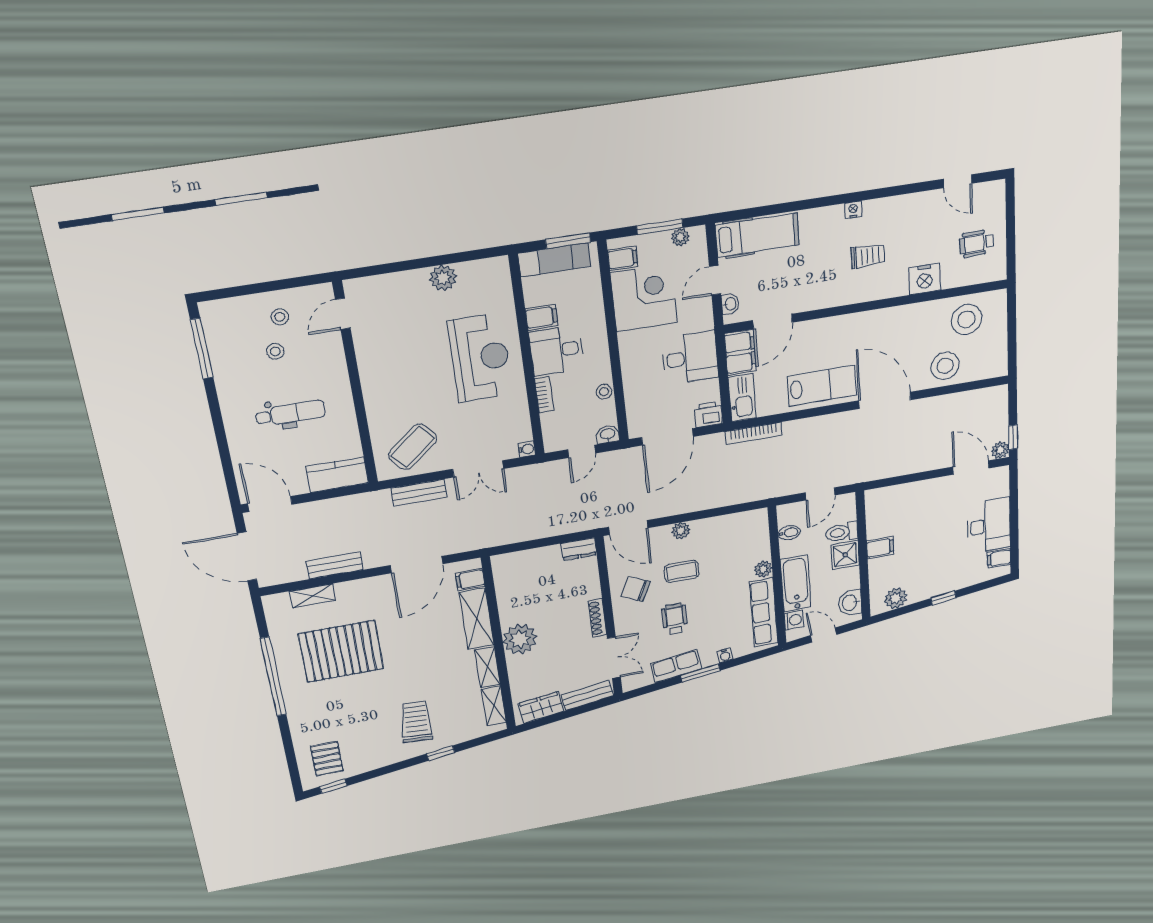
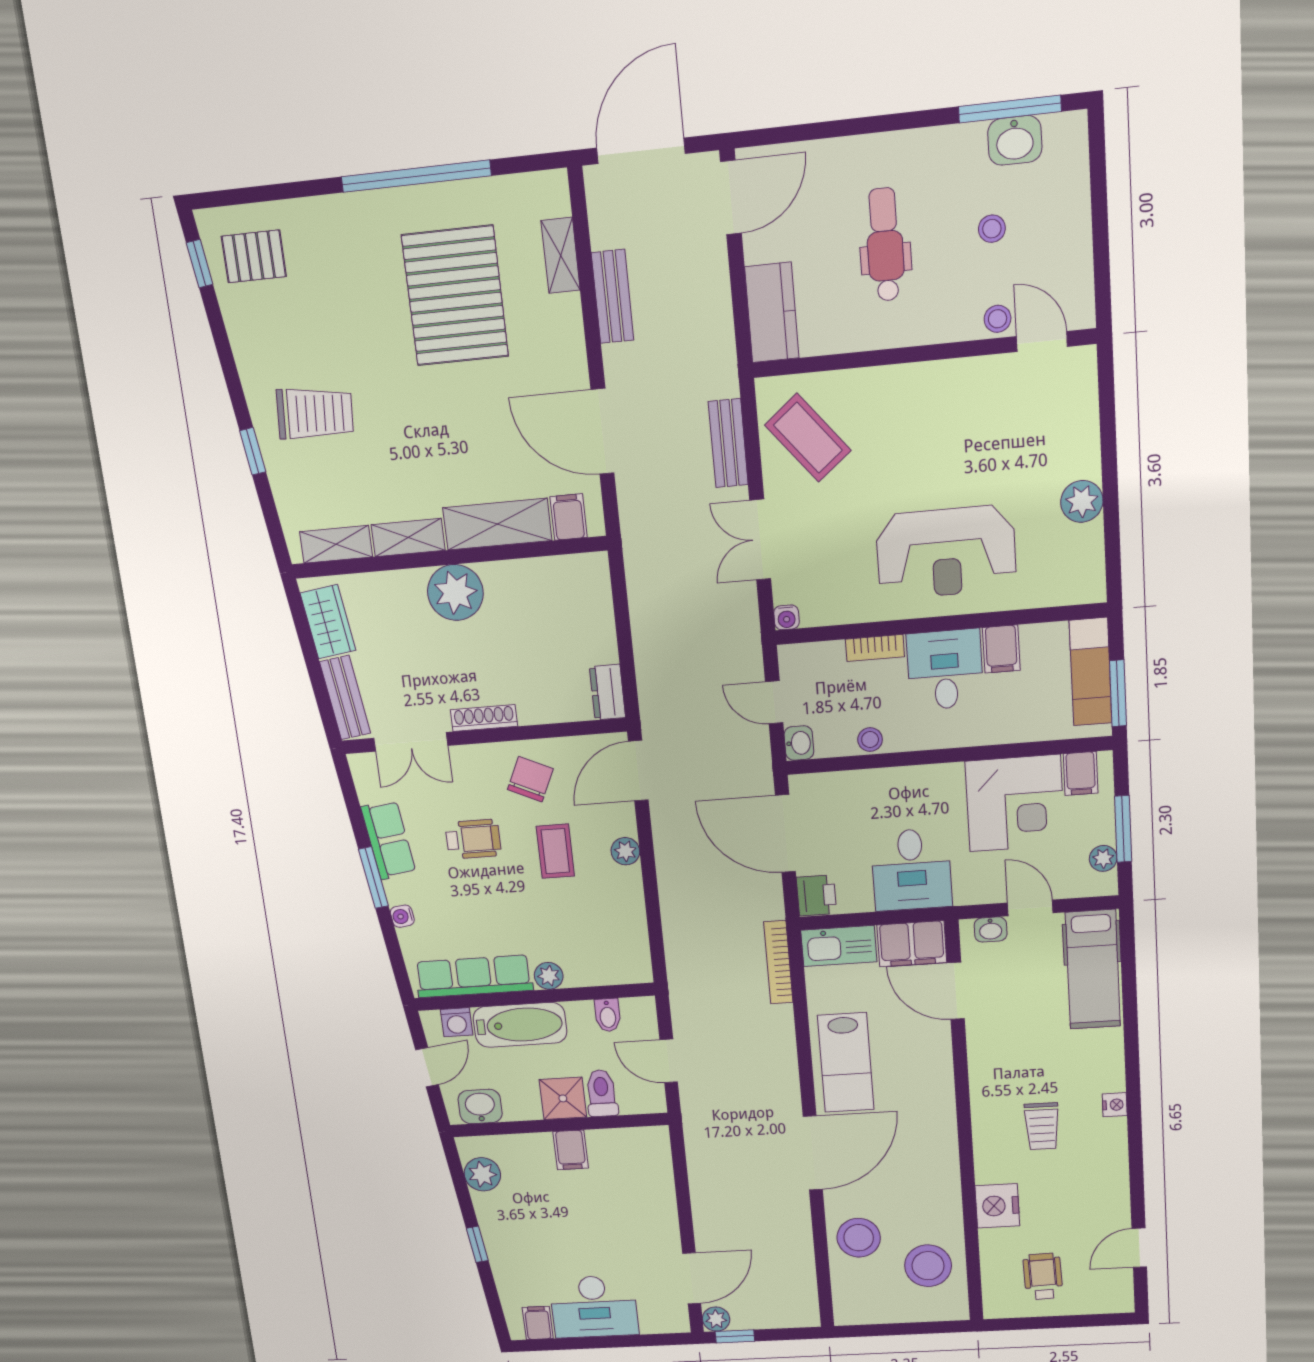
stool: (280, 317) -> (998, 319), moved
washbasin: (220, 344) -> (1015, 140), added
dental chair: (290, 413) -> (885, 245), turned 180

